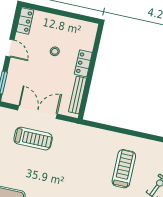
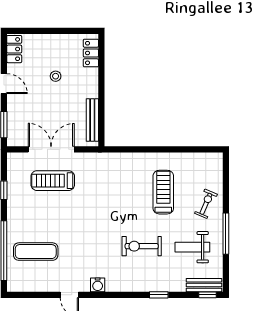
locker: (83, 63) -> (91, 53), moved
treadmill: (33, 139) -> (53, 181), turned 180

